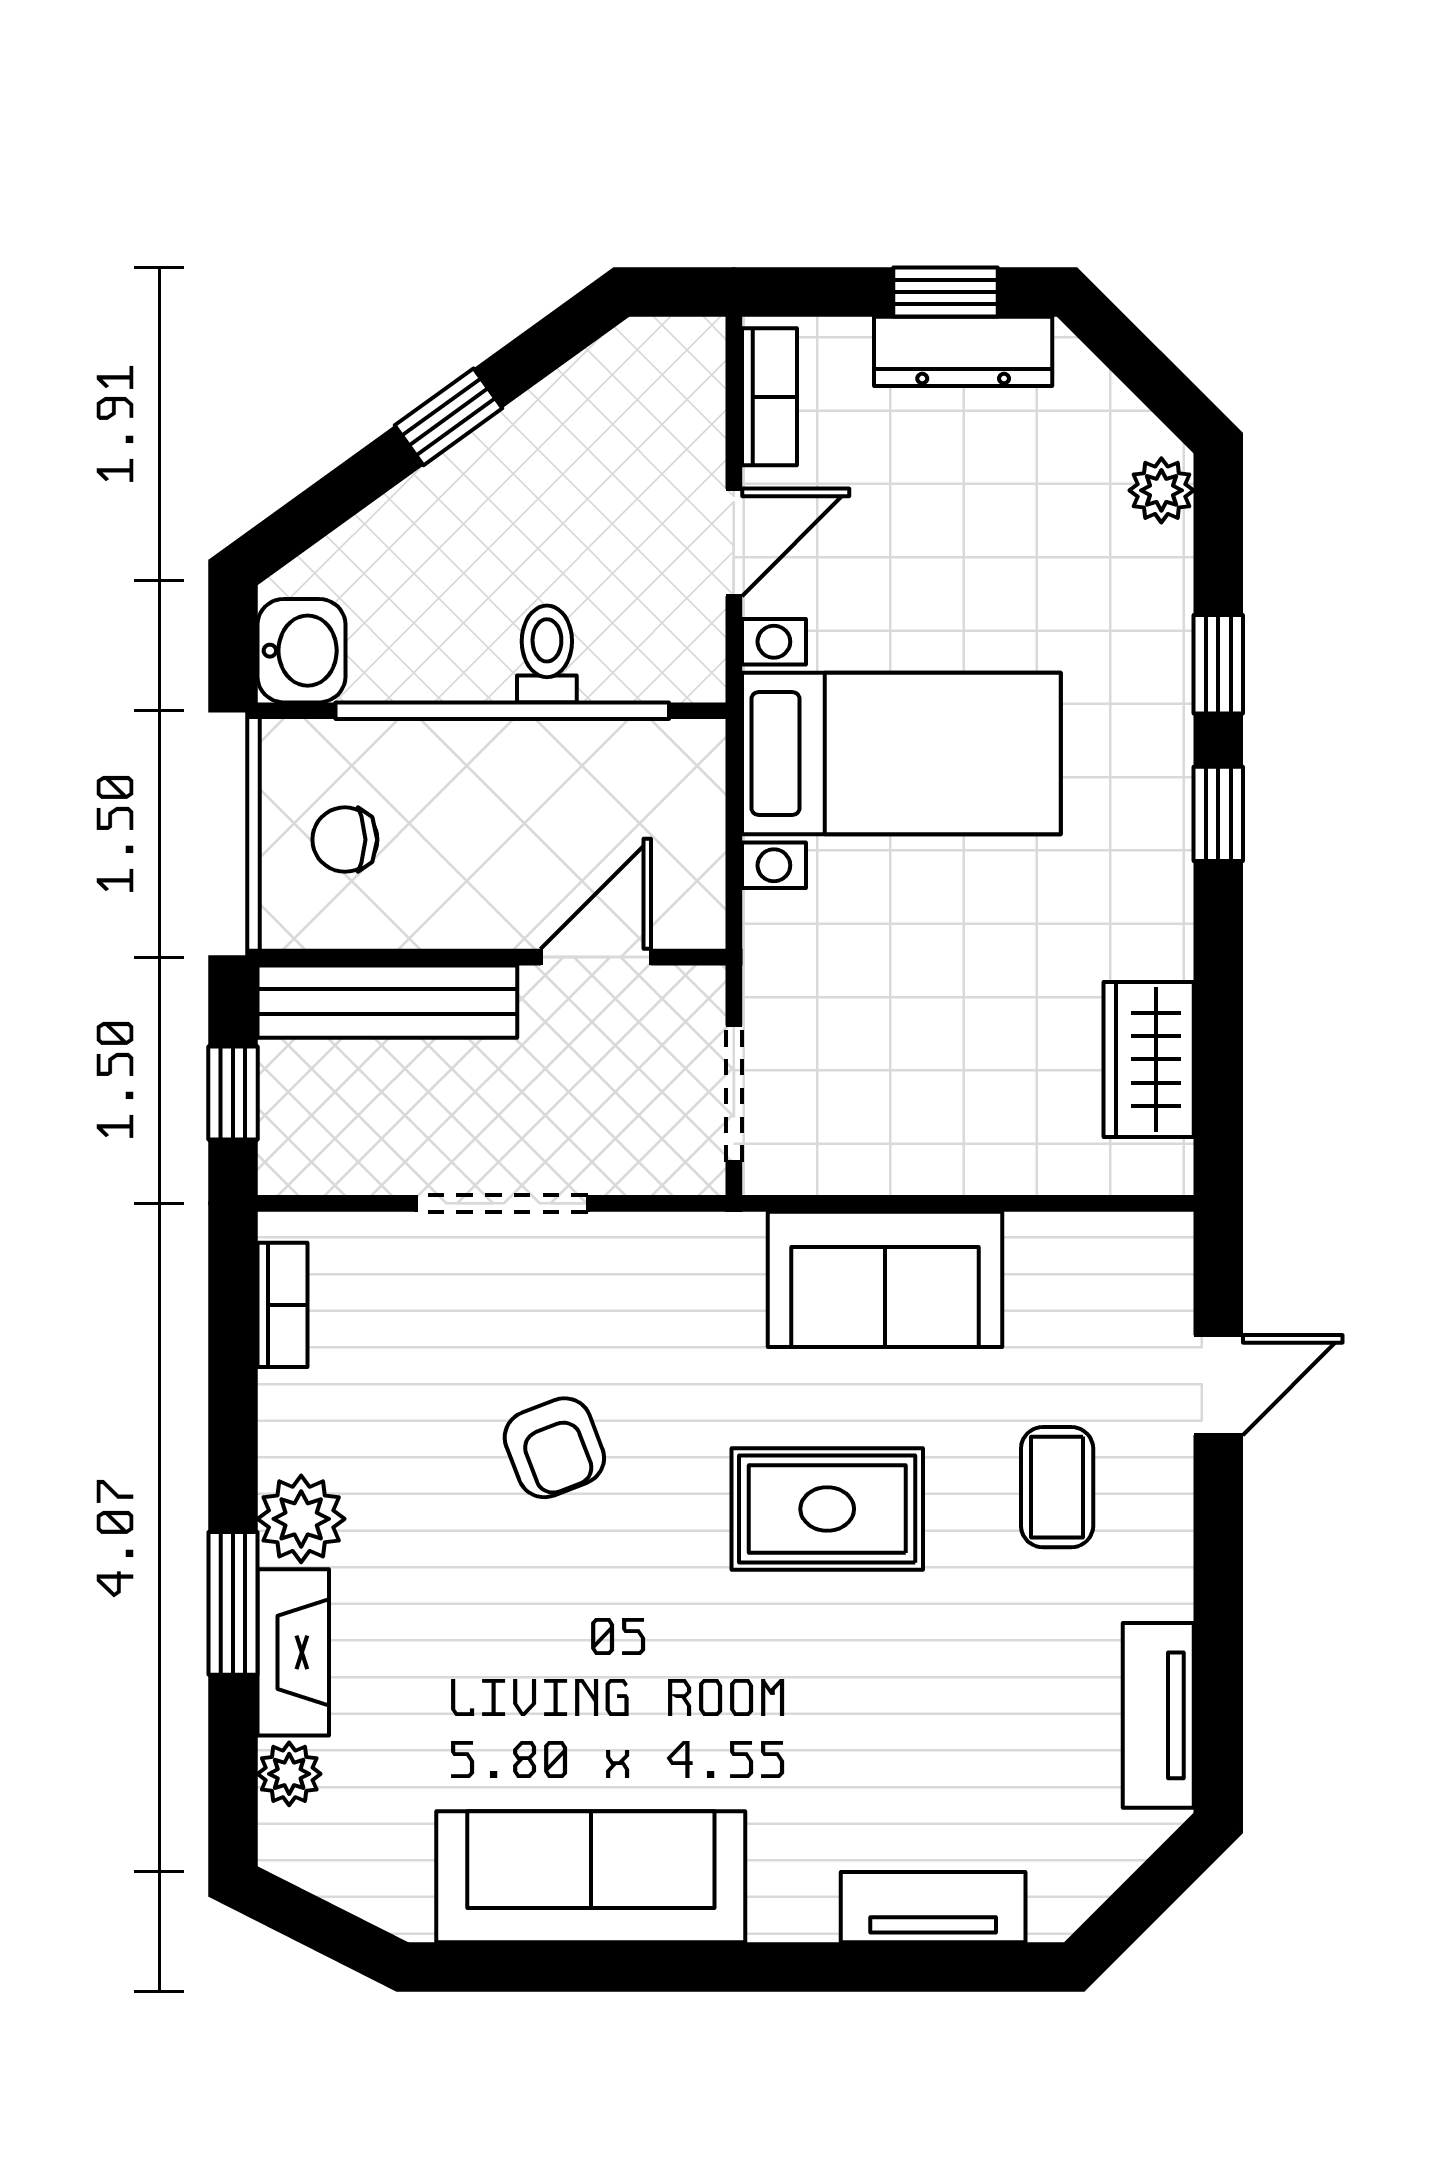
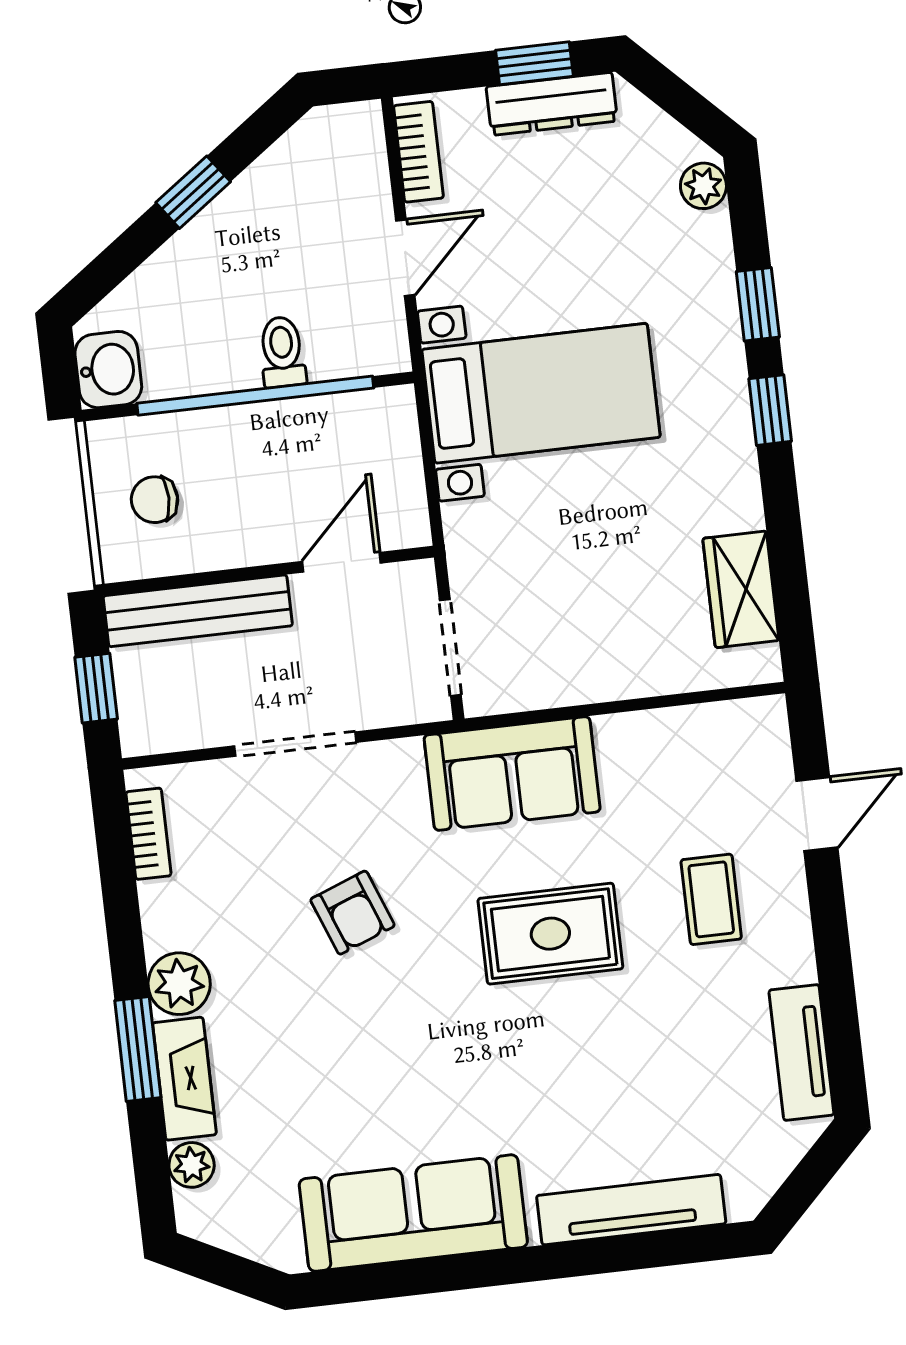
sofa: (885, 1279) -> (512, 773), moved
tv unit: (933, 1907) -> (631, 1210), width x1.41

